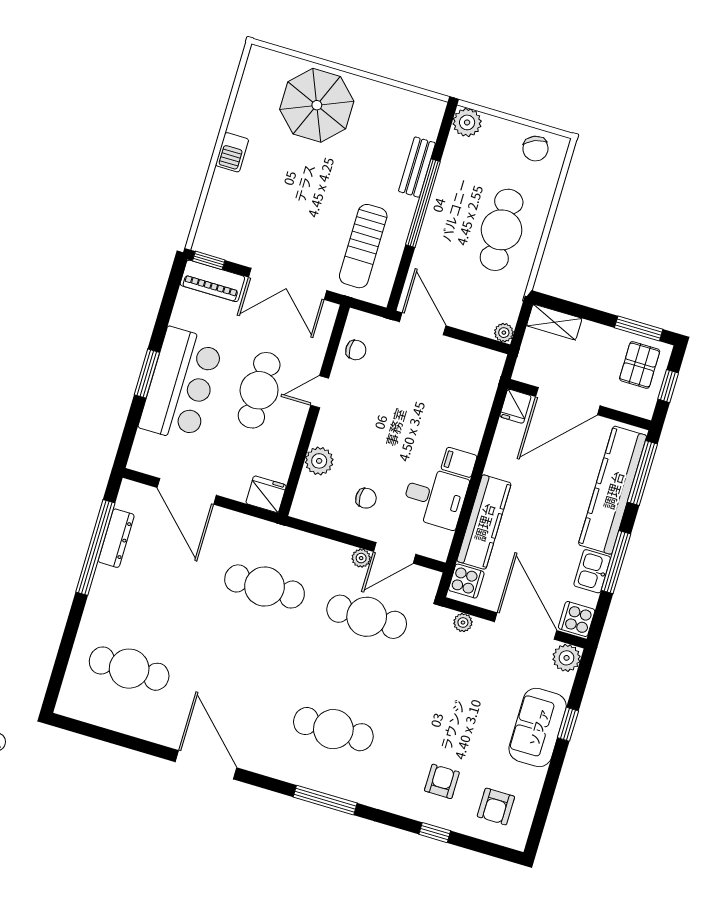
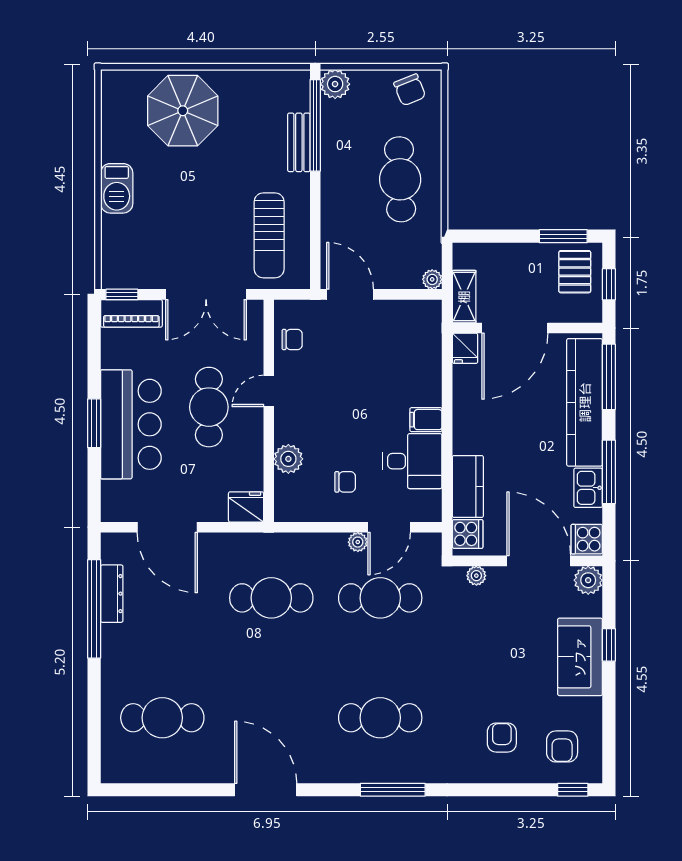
barbecue: (232, 152) -> (117, 188), width x1.38, depth x1.27
window: (423, 203) -> (315, 125), moved
shelving: (554, 322) -> (464, 297), moved, turned 90
kitchen counter: (484, 522) -> (468, 486), width x0.67
window: (435, 833) -> (573, 790), moved

